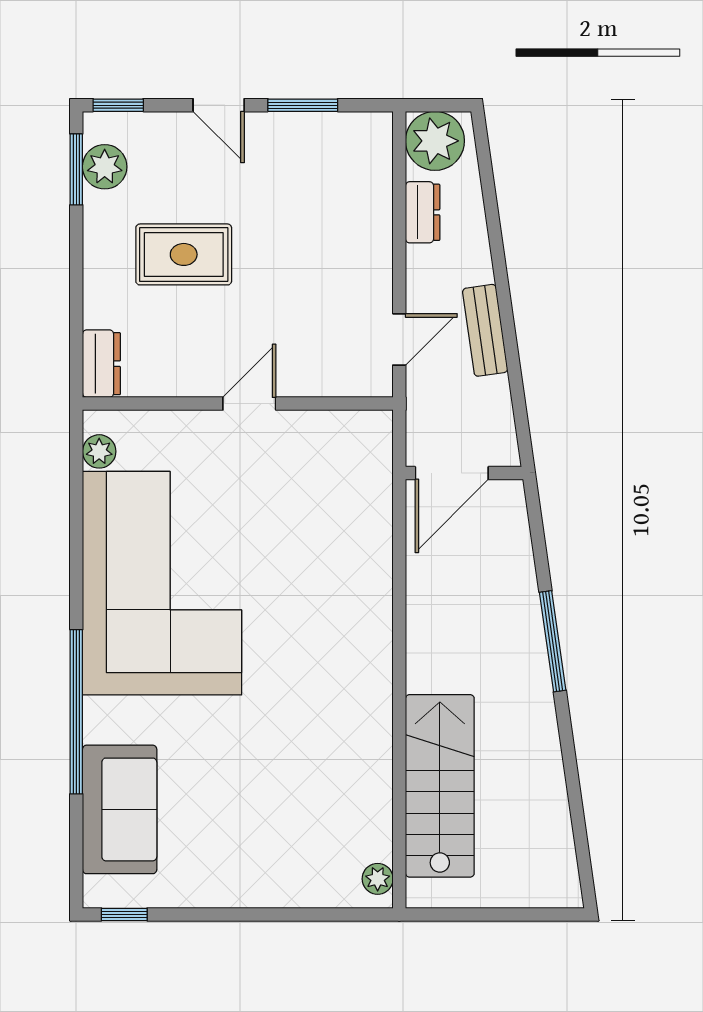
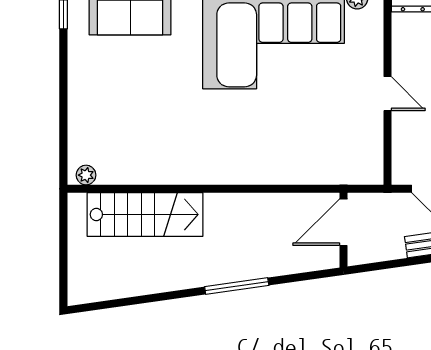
door: (452, 473) -> (343, 222), hinge flipped

